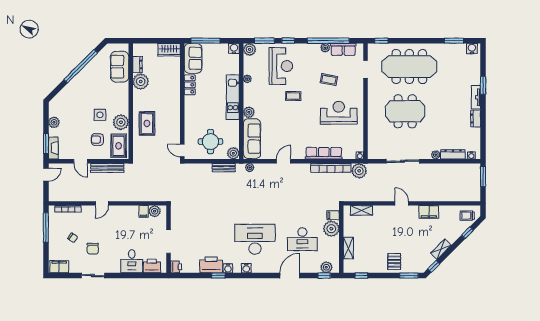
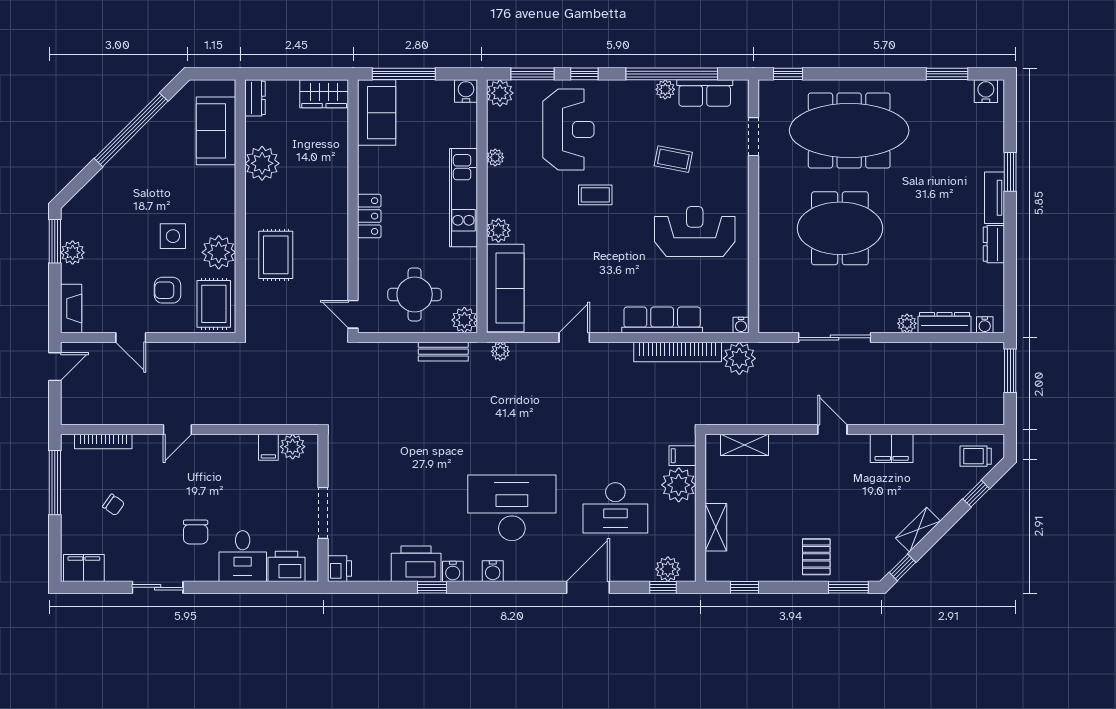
dresser: (137, 64) -> (255, 98), moved
locker: (190, 85) -> (369, 216), moved
window: (46, 144) -> (55, 241), moved
bench: (107, 168) -> (189, 352), removed
chair: (93, 249) -> (196, 532), moved

